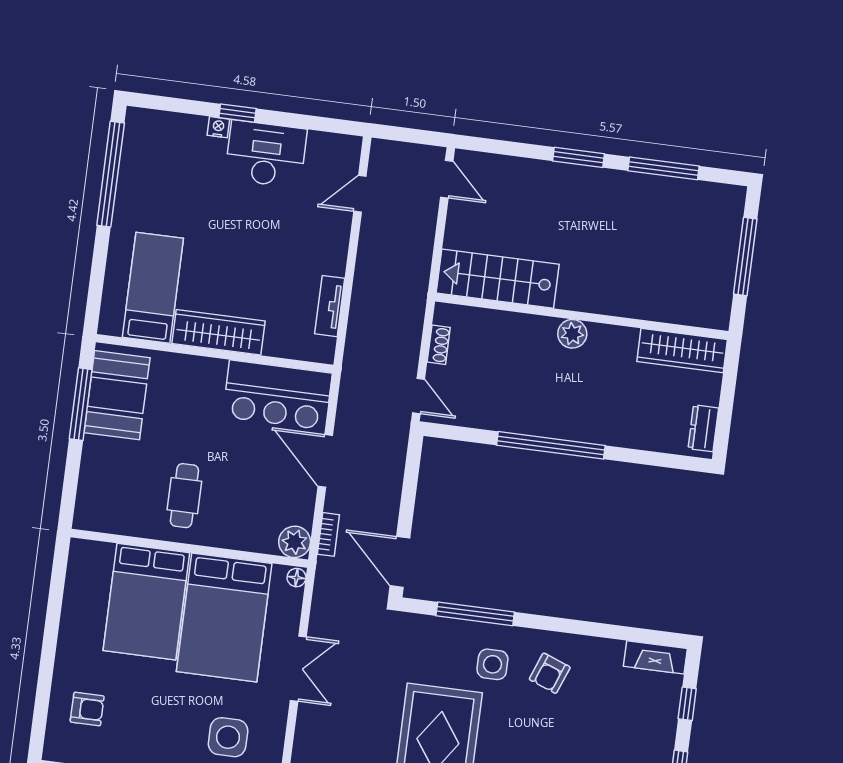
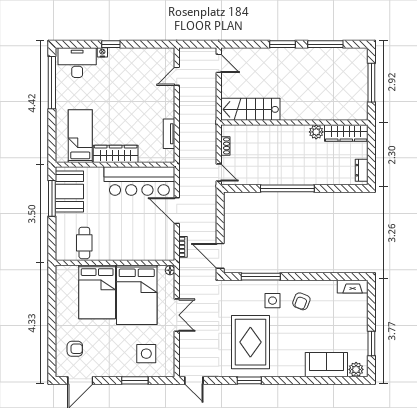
desk: (266, 154) -> (77, 63), moved
plant: (572, 334) -> (316, 132), moved
bar counter: (277, 395) -> (139, 181), width x1.36
cafe table: (184, 496) -> (84, 243), moved
plant: (295, 542) -> (167, 253), removed
window: (687, 704) -> (371, 308), removed

